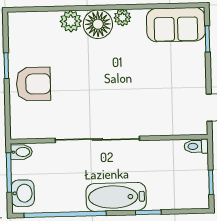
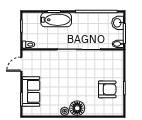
plant: (71, 21) -> (91, 110), removed
sofa: (176, 25) -> (31, 91), moved, turned 90
armchair: (33, 84) -> (107, 89), moved, turned 180
bathtub: (116, 197) -> (56, 20), moved

